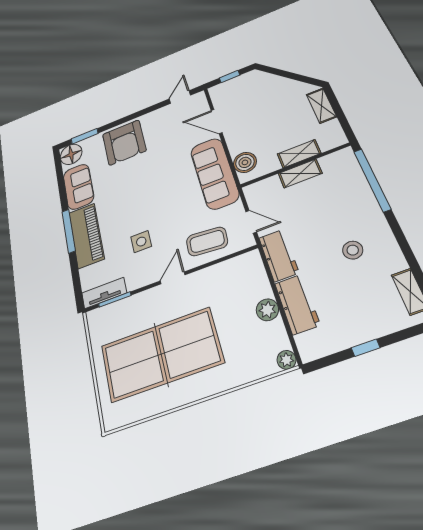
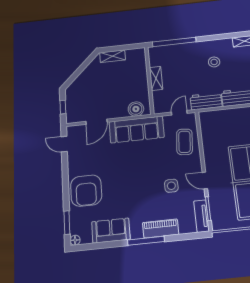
armchair: (124, 142) -> (86, 191), turned 90
floor lamp: (71, 154) -> (75, 240), width x0.53, depth x0.53
shelving: (299, 154) -> (142, 76), removed
piano: (86, 235) -> (161, 228), width x0.73, depth x0.75
door: (173, 278) -> (205, 180), moved
plant: (267, 310) -> (238, 114), removed

